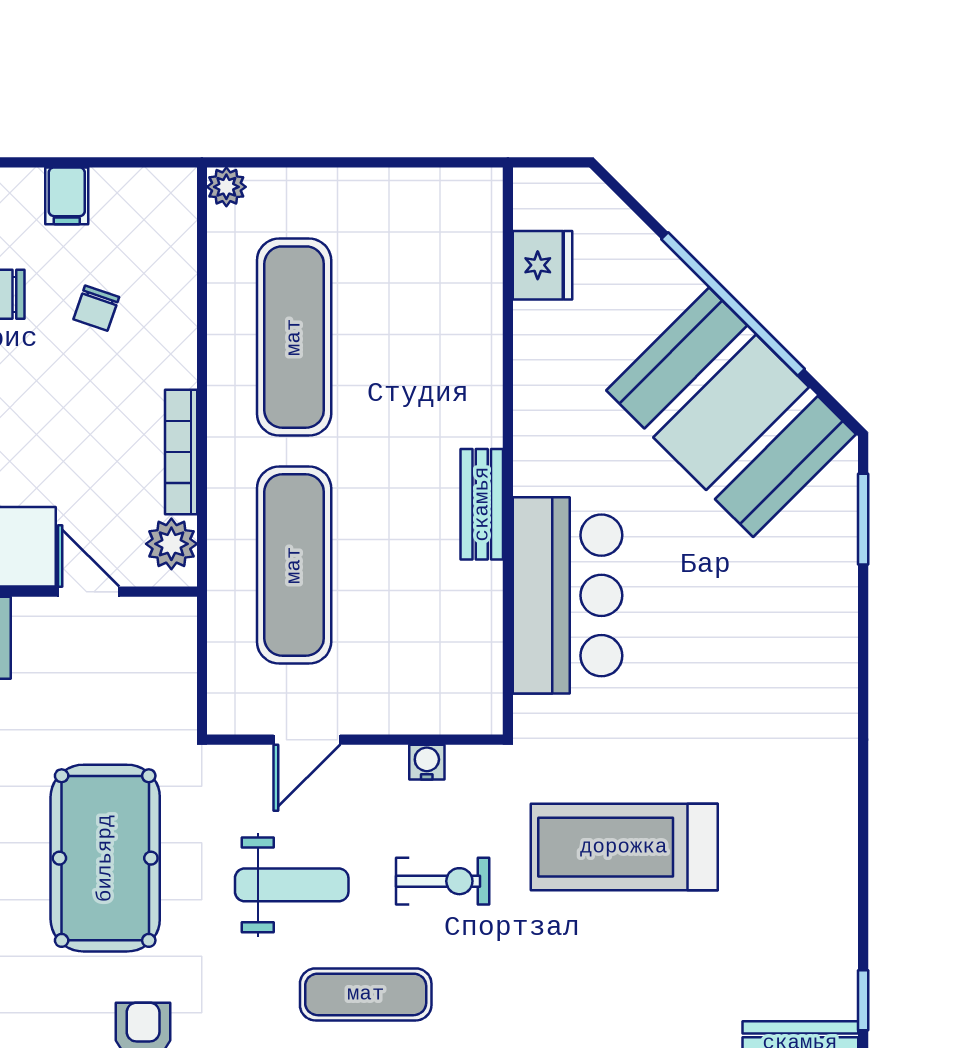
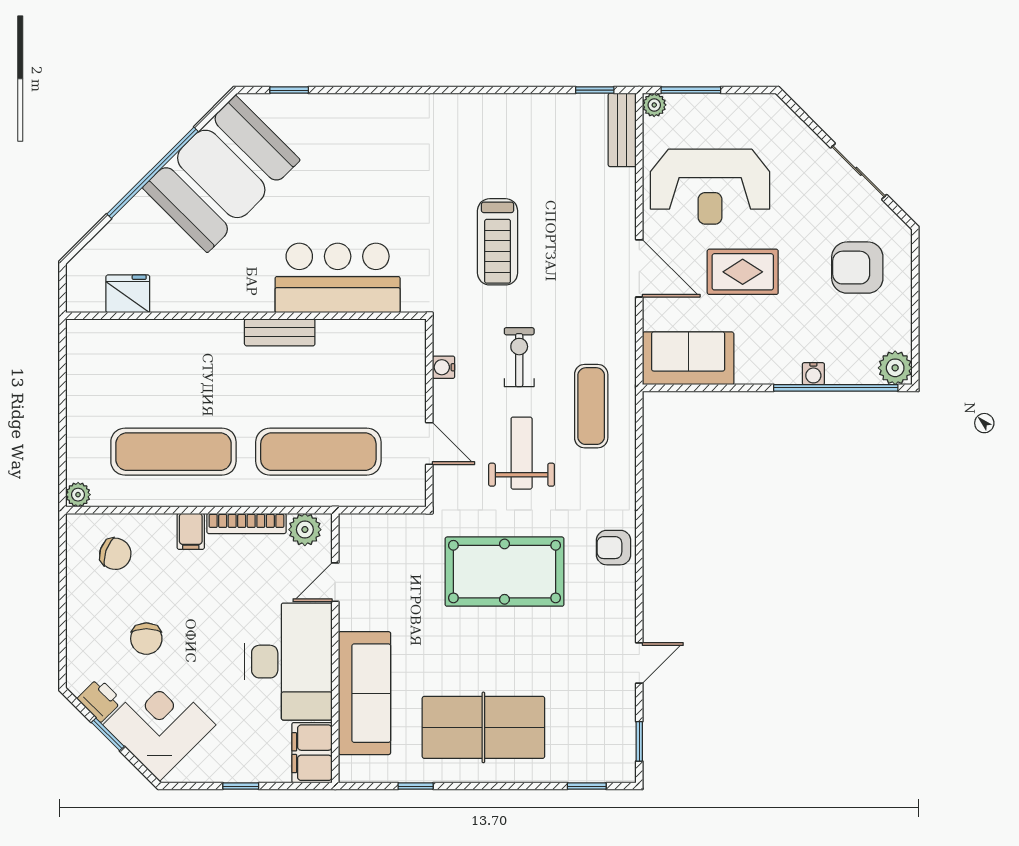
filing cabinet: (67, 196) -> (191, 531), moved, turned 90
chair: (96, 308) -> (115, 554), moved, width x1.37, depth x1.37
window: (863, 519) -> (289, 90), width x0.67
treadmill: (624, 847) -> (498, 242), width x0.73, depth x0.73

